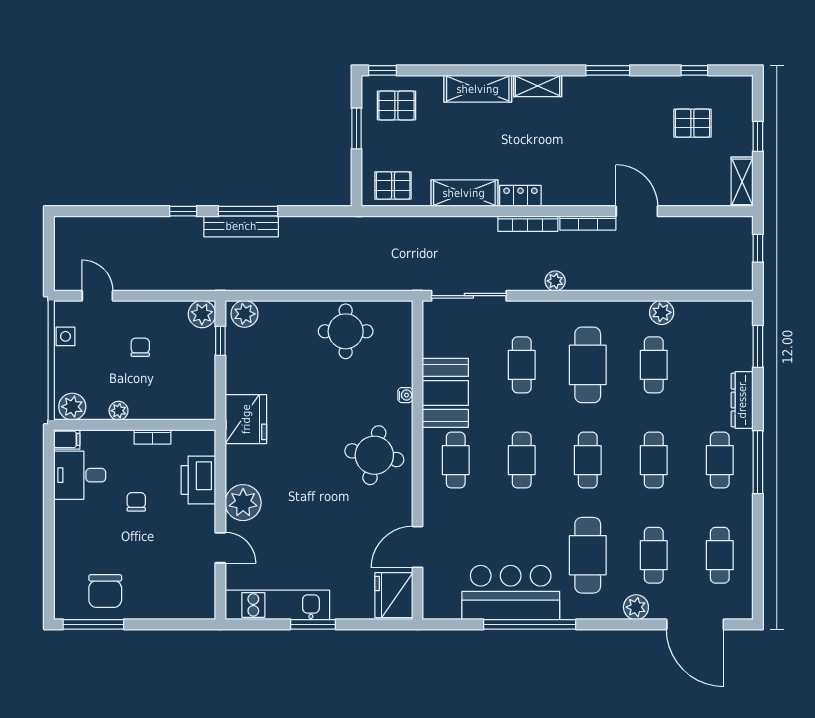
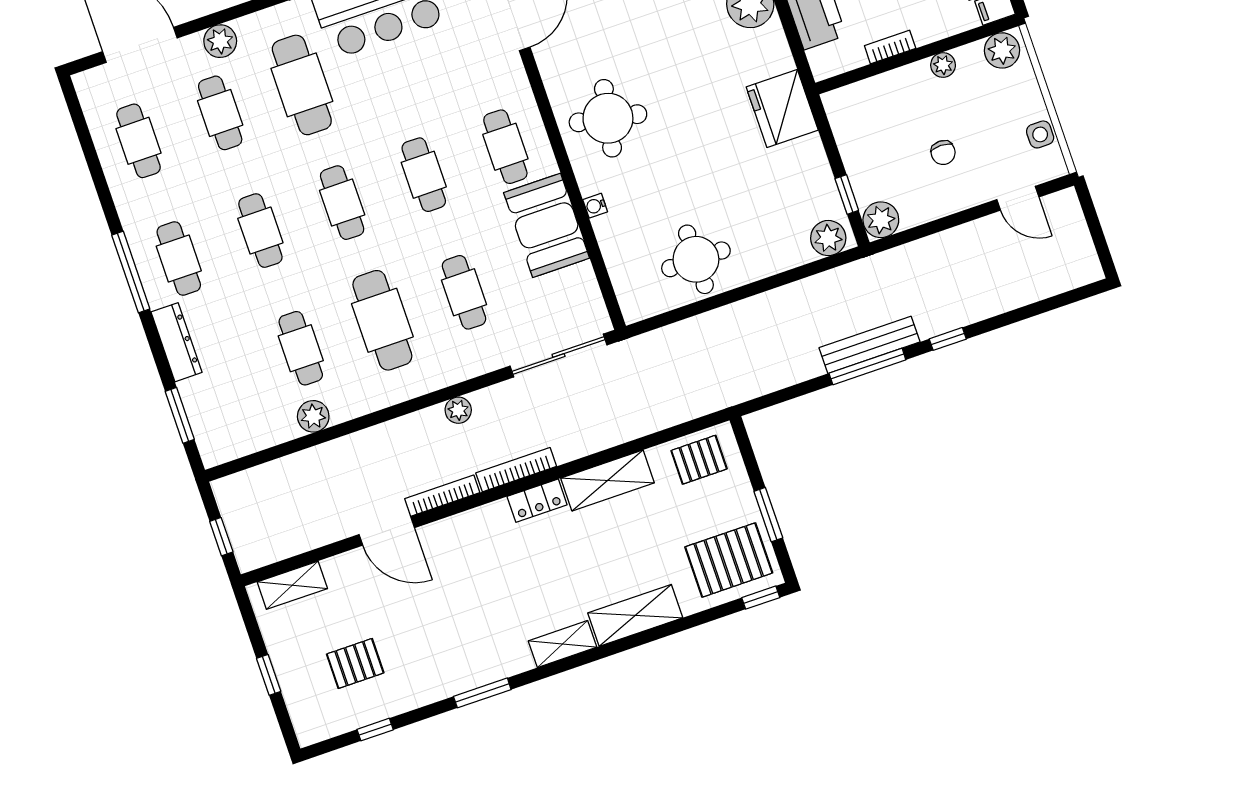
pallet: (396, 105) -> (729, 560), width x1.50, depth x1.42
shelving: (742, 182) -> (292, 585), moved, turned 90

